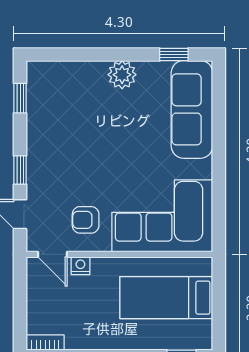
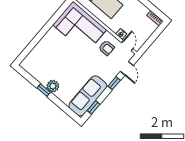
window: (174, 54) -> (44, 90), moved
sofa: (192, 109) -> (88, 96), moved, turned 180

